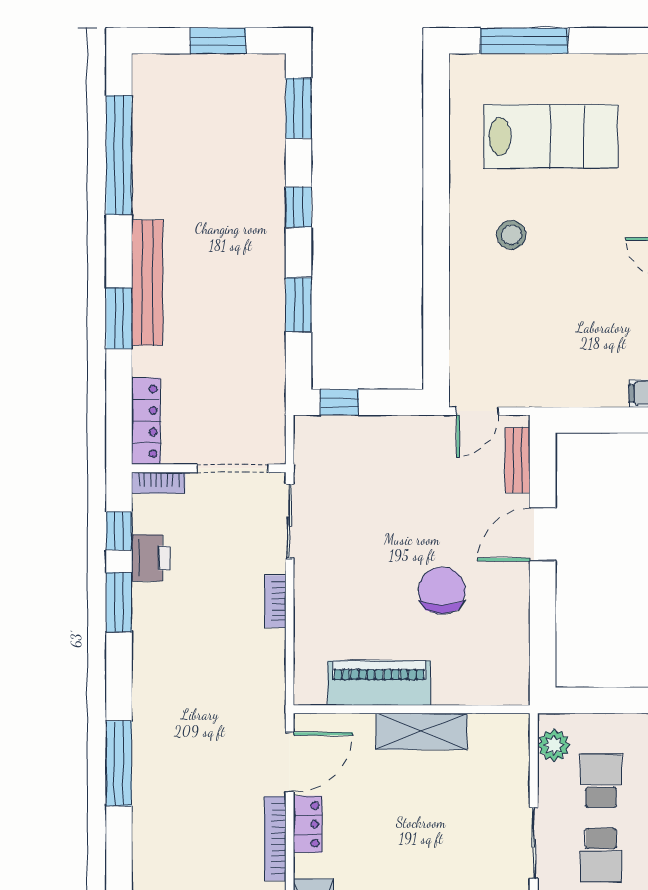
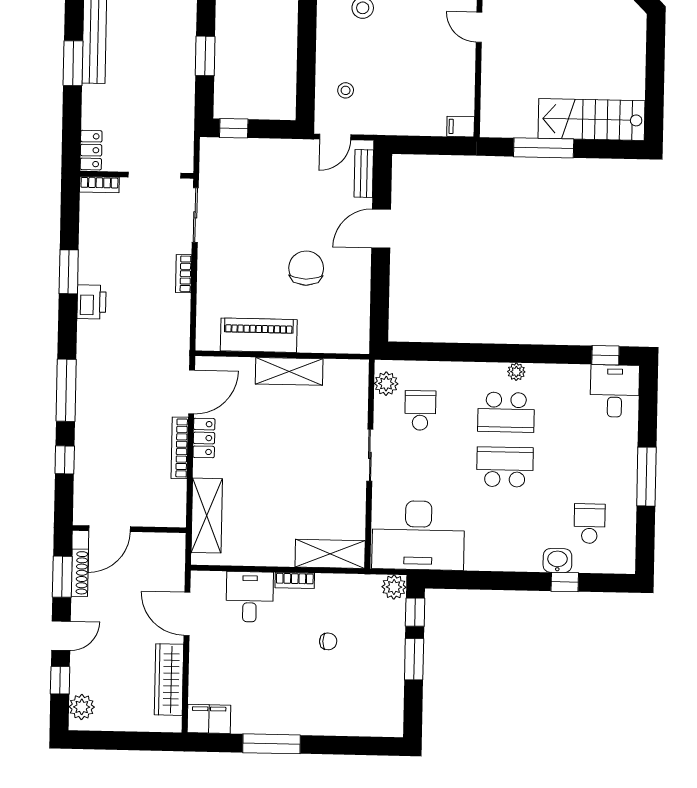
stool: (490, 348) -> (346, 90), added
locker: (146, 421) -> (91, 150), width x0.66
window: (119, 531) -> (65, 460), moved
printer: (151, 558) -> (91, 302), moved
school desk: (601, 855) -> (419, 465), removed

